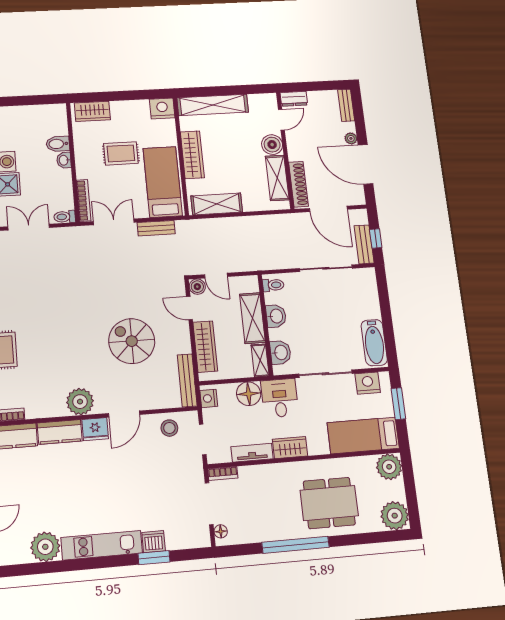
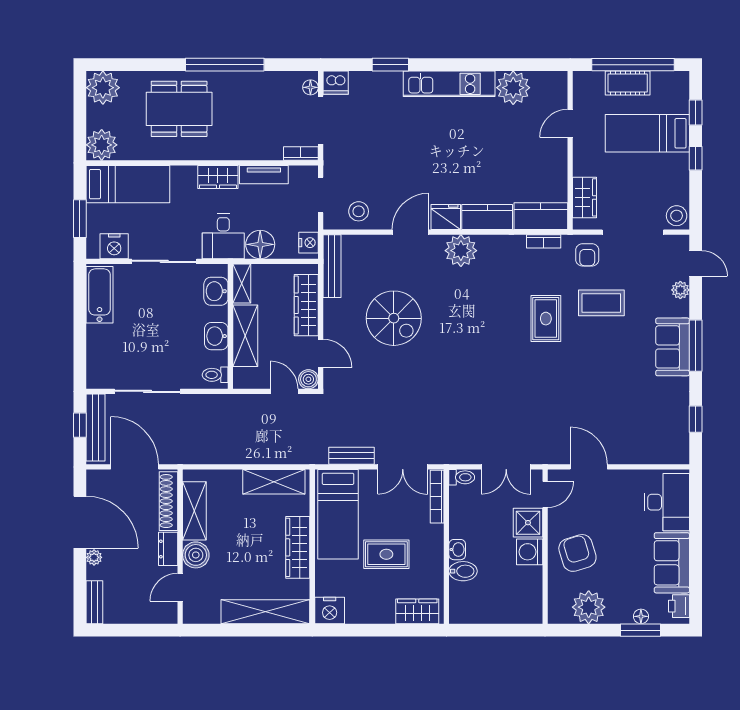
dresser: (294, 99) -> (168, 549), moved, turned -90
bench: (364, 244) -> (96, 428), width x1.36
dishwasher: (154, 542) -> (336, 83), moved

